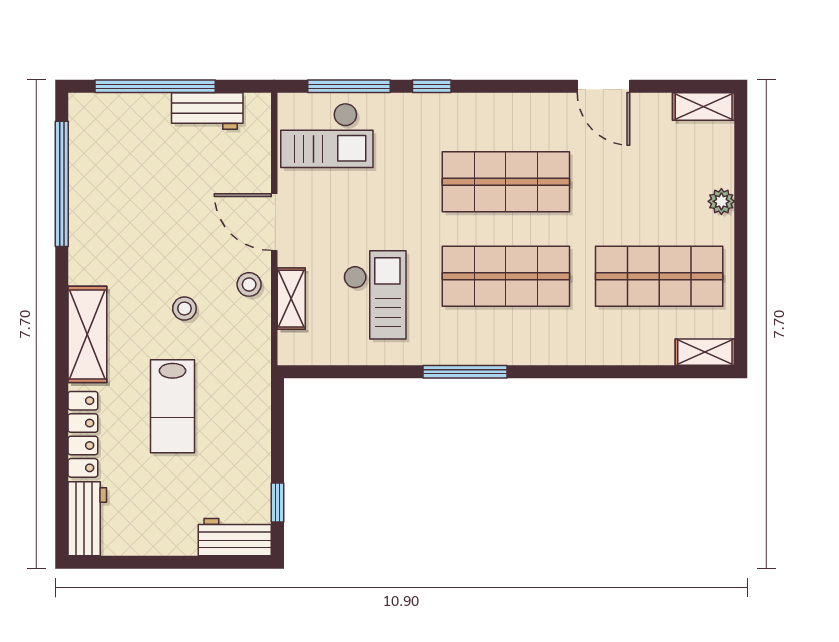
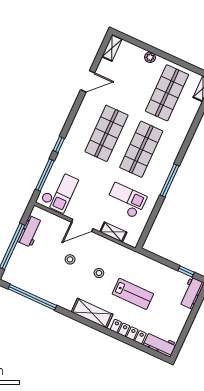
stool: (249, 284) -> (70, 259), moved

